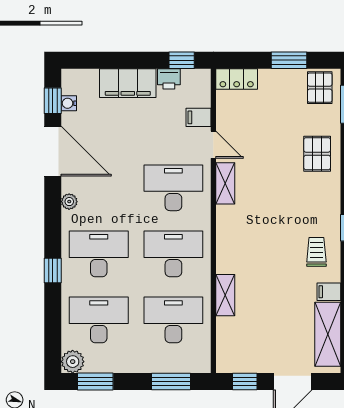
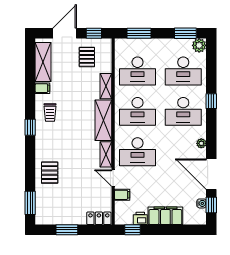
pallet: (320, 88) -> (87, 57), moved
shelving: (229, 239) -> (103, 120), added

